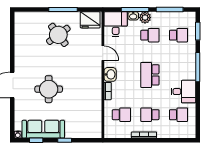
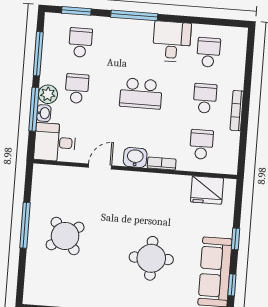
fridge: (90, 20) -> (207, 190), moved, turned 90
school desk: (150, 115) -> (205, 98), turned 180

